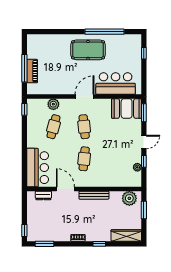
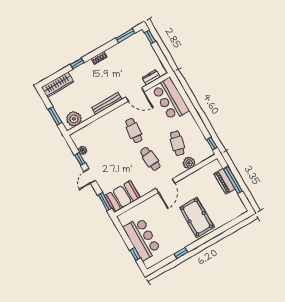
window: (104, 32) -> (181, 253), width x0.32
pool table: (88, 50) -> (197, 217), moved, turned 90
bar counter: (116, 84) -> (142, 239), moved, turned -90

